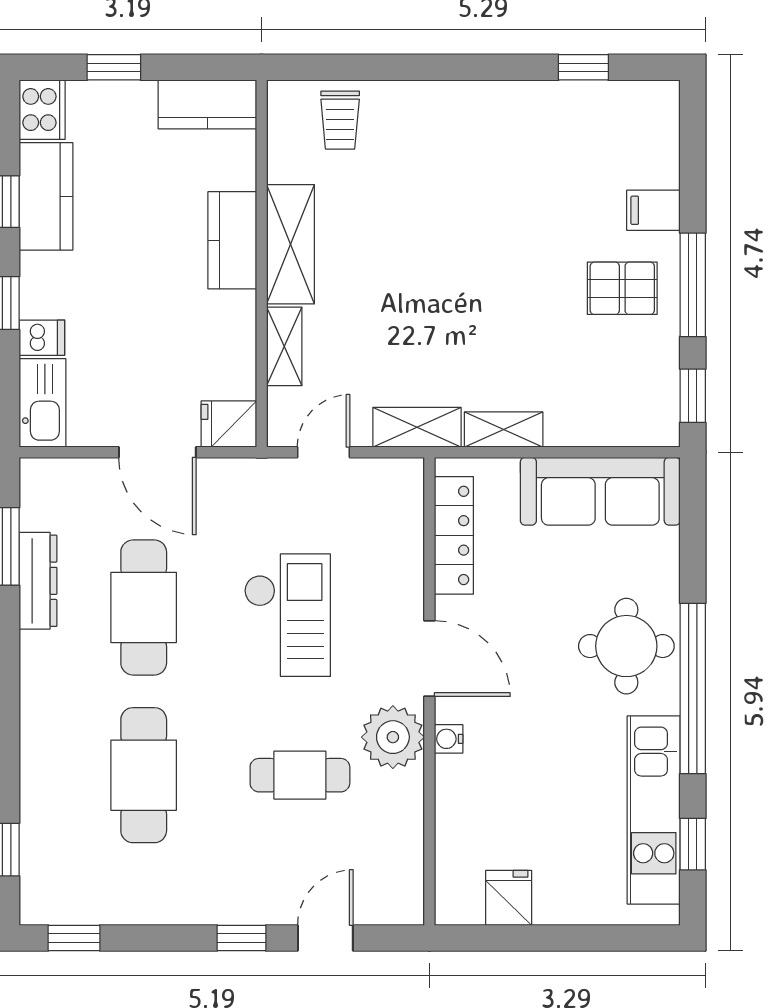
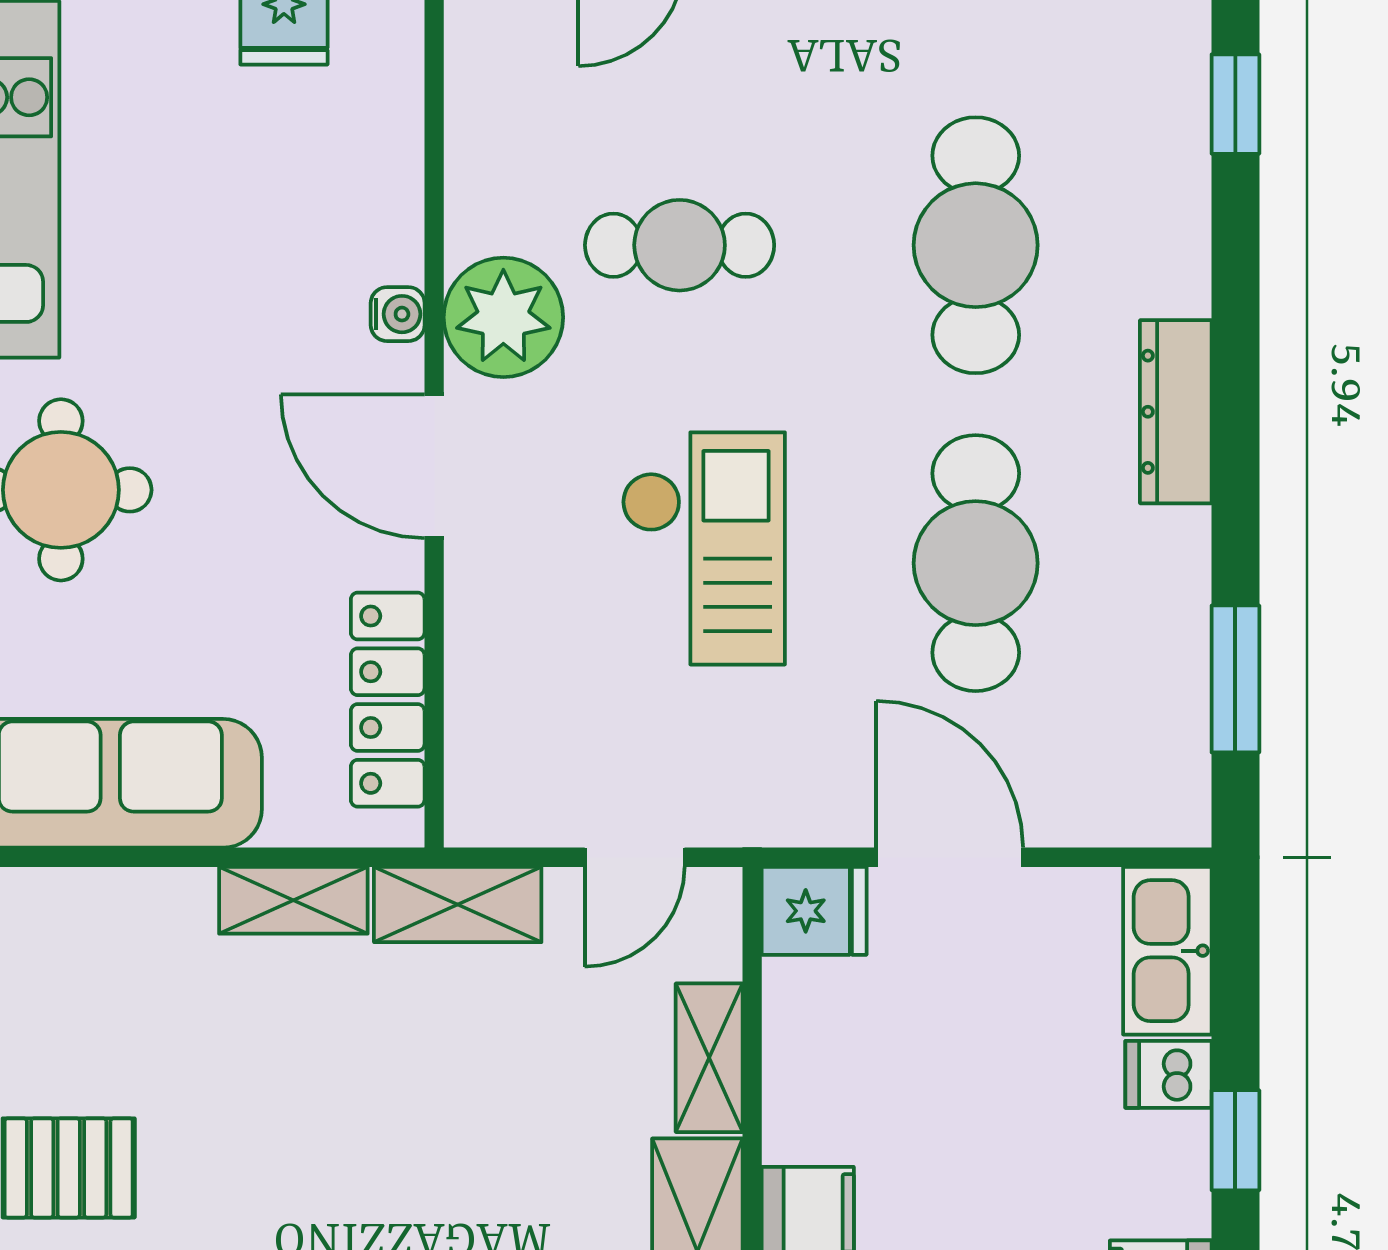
dresser: (38, 581) -> (1176, 412), moved
checkout: (287, 615) -> (703, 548), turned 180

